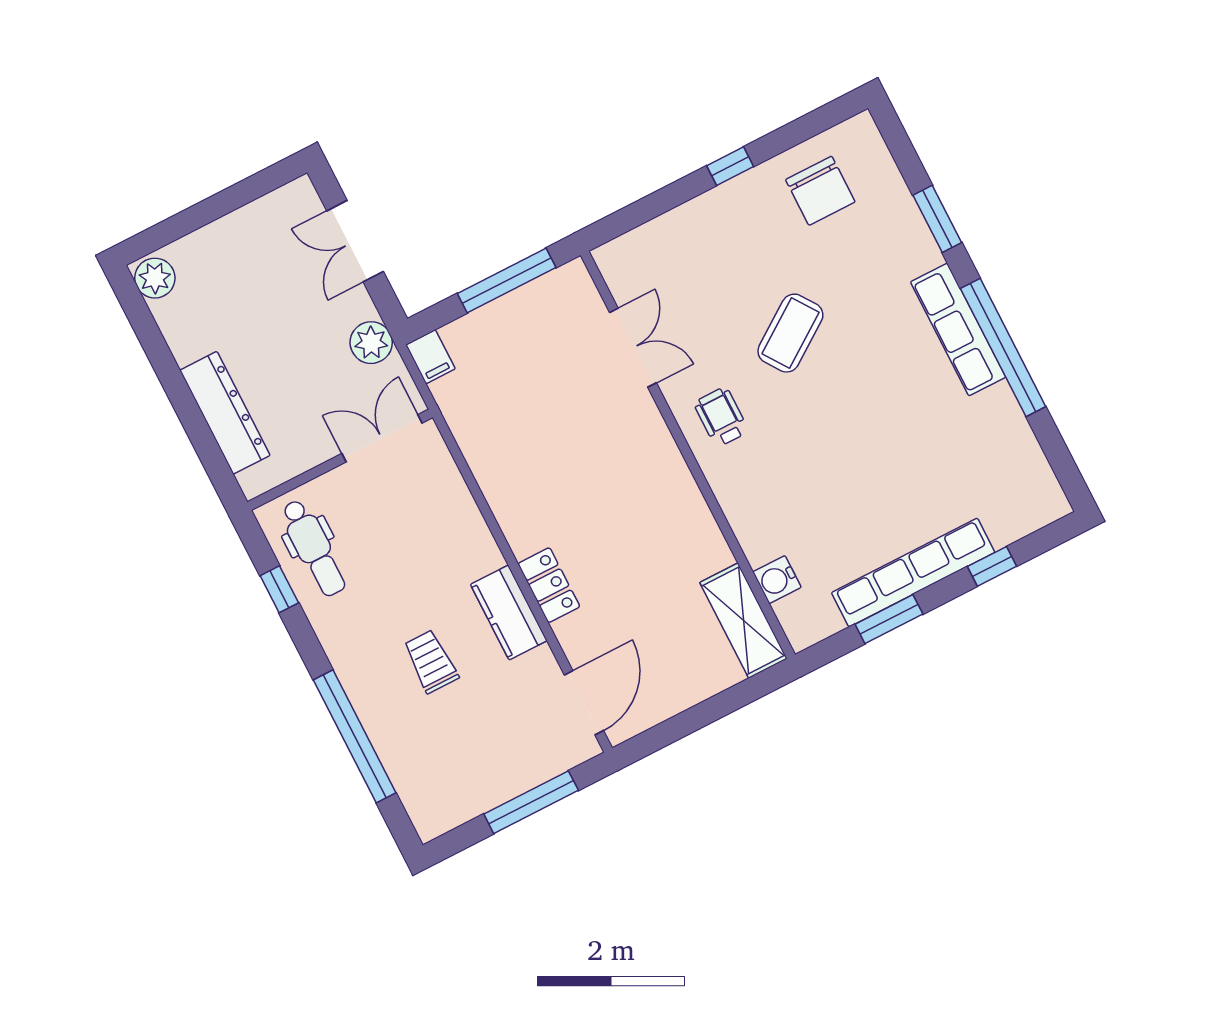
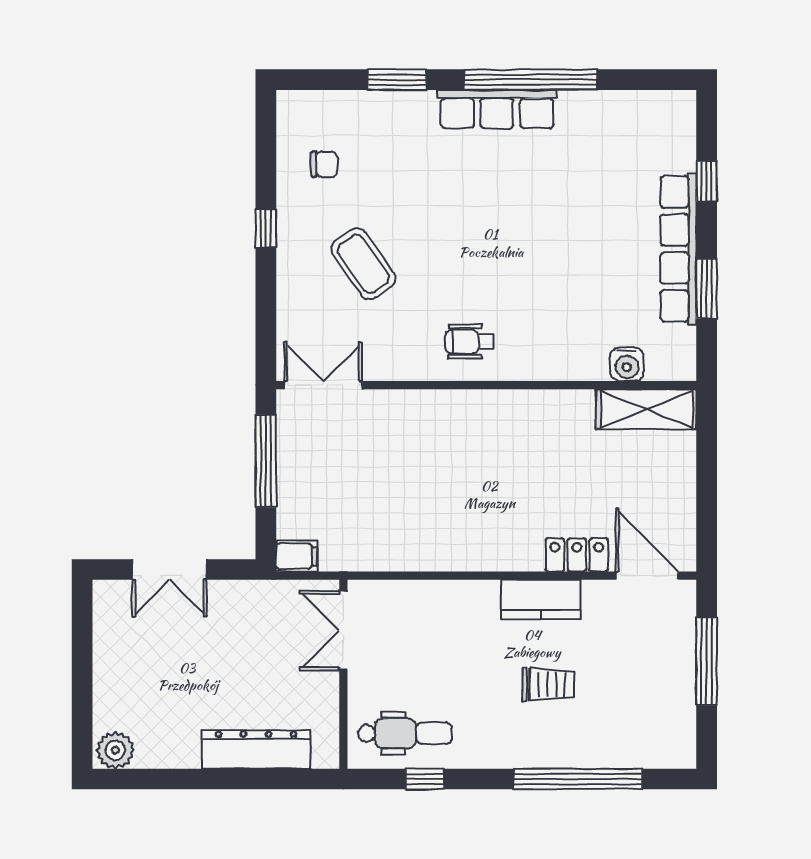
chair: (820, 191) -> (324, 164), width x0.54, depth x0.54
coffee table: (790, 333) -> (363, 264), moved
plant: (371, 343) -> (260, 599), removed
double door: (633, 348) -> (323, 385), moved
locker: (549, 585) -> (577, 555), moved
trolley: (431, 662) -> (548, 684), turned 180

